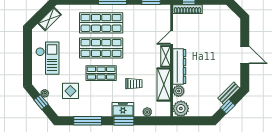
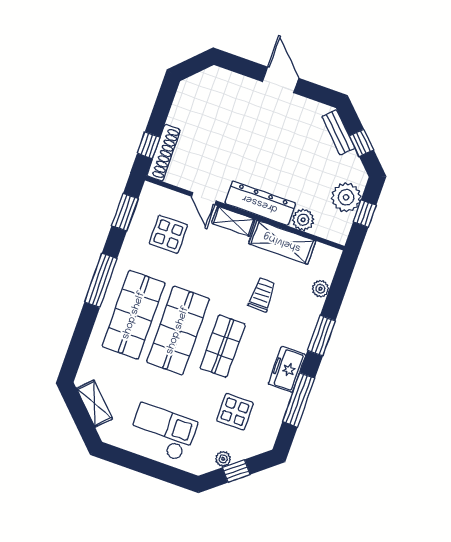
display table: (148, 26) -> (168, 234), added
door: (245, 55) -> (281, 80), hinge flipped
freezer: (123, 109) -> (287, 369), moved
plant: (181, 109) -> (346, 197), moved
window: (193, 121) -> (365, 214), added

